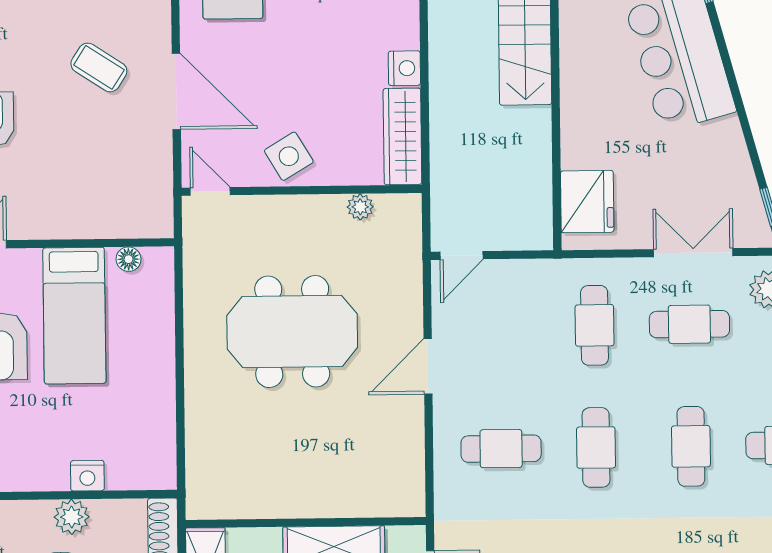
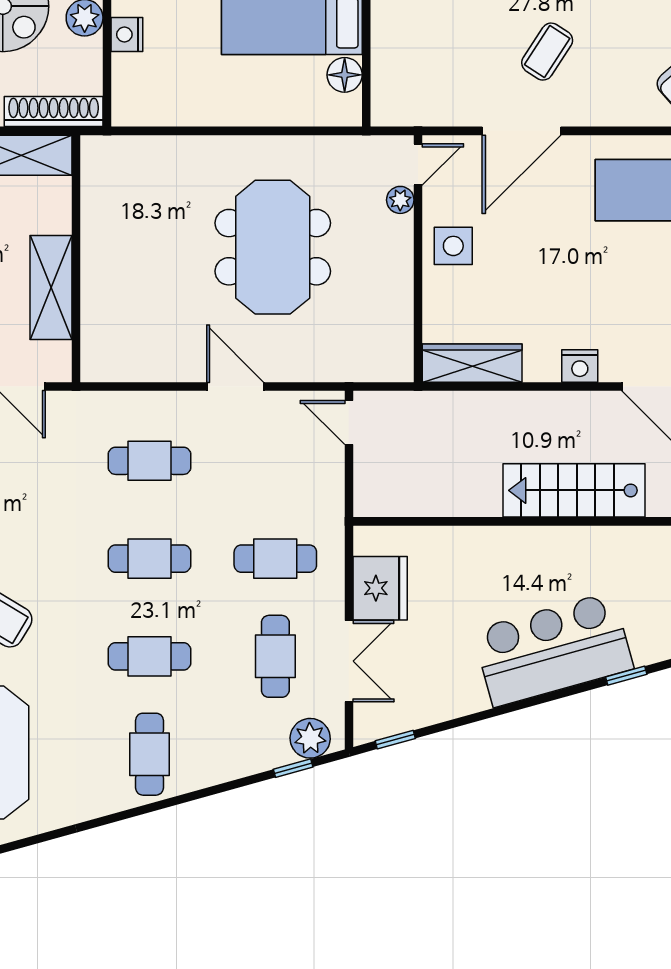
nightstand: (404, 68) -> (580, 366), moved
side table: (289, 156) -> (453, 246), turned 31
fridge: (587, 202) -> (380, 588), moved, turned -90
plant: (360, 207) -> (400, 200), moved
floor lamp: (129, 259) -> (345, 75), width x1.37, depth x1.37
cafe table: (501, 449) -> (149, 461), turned 90

